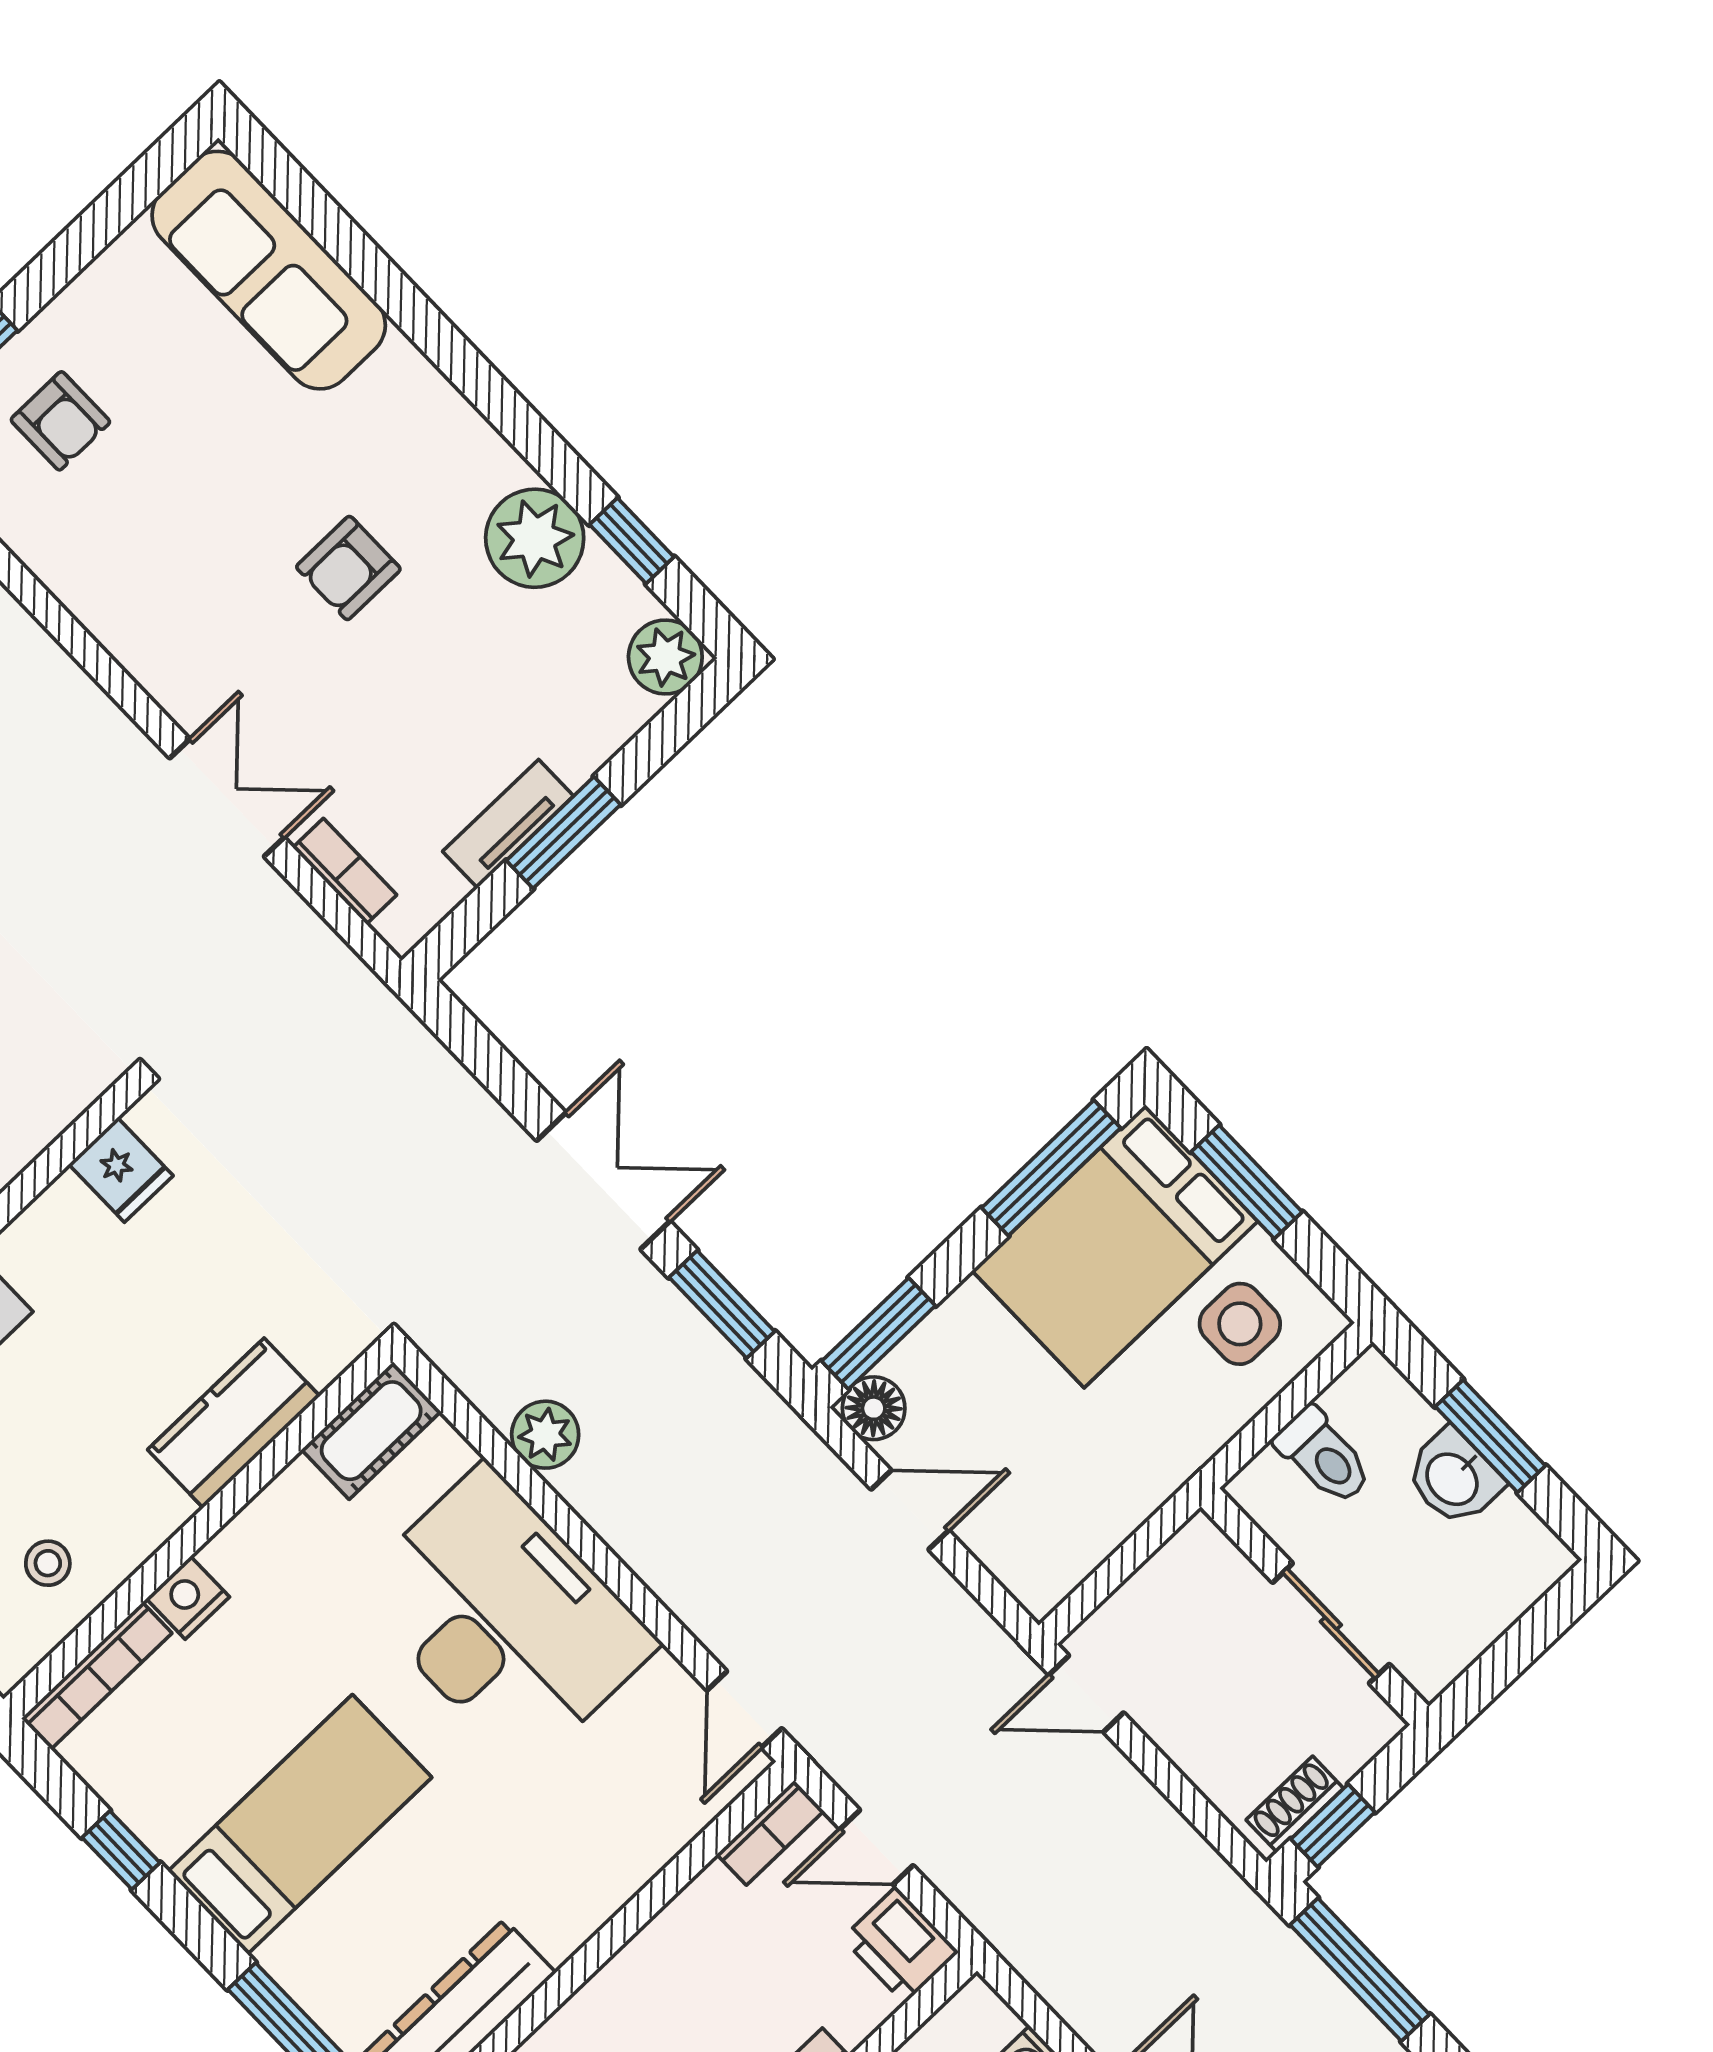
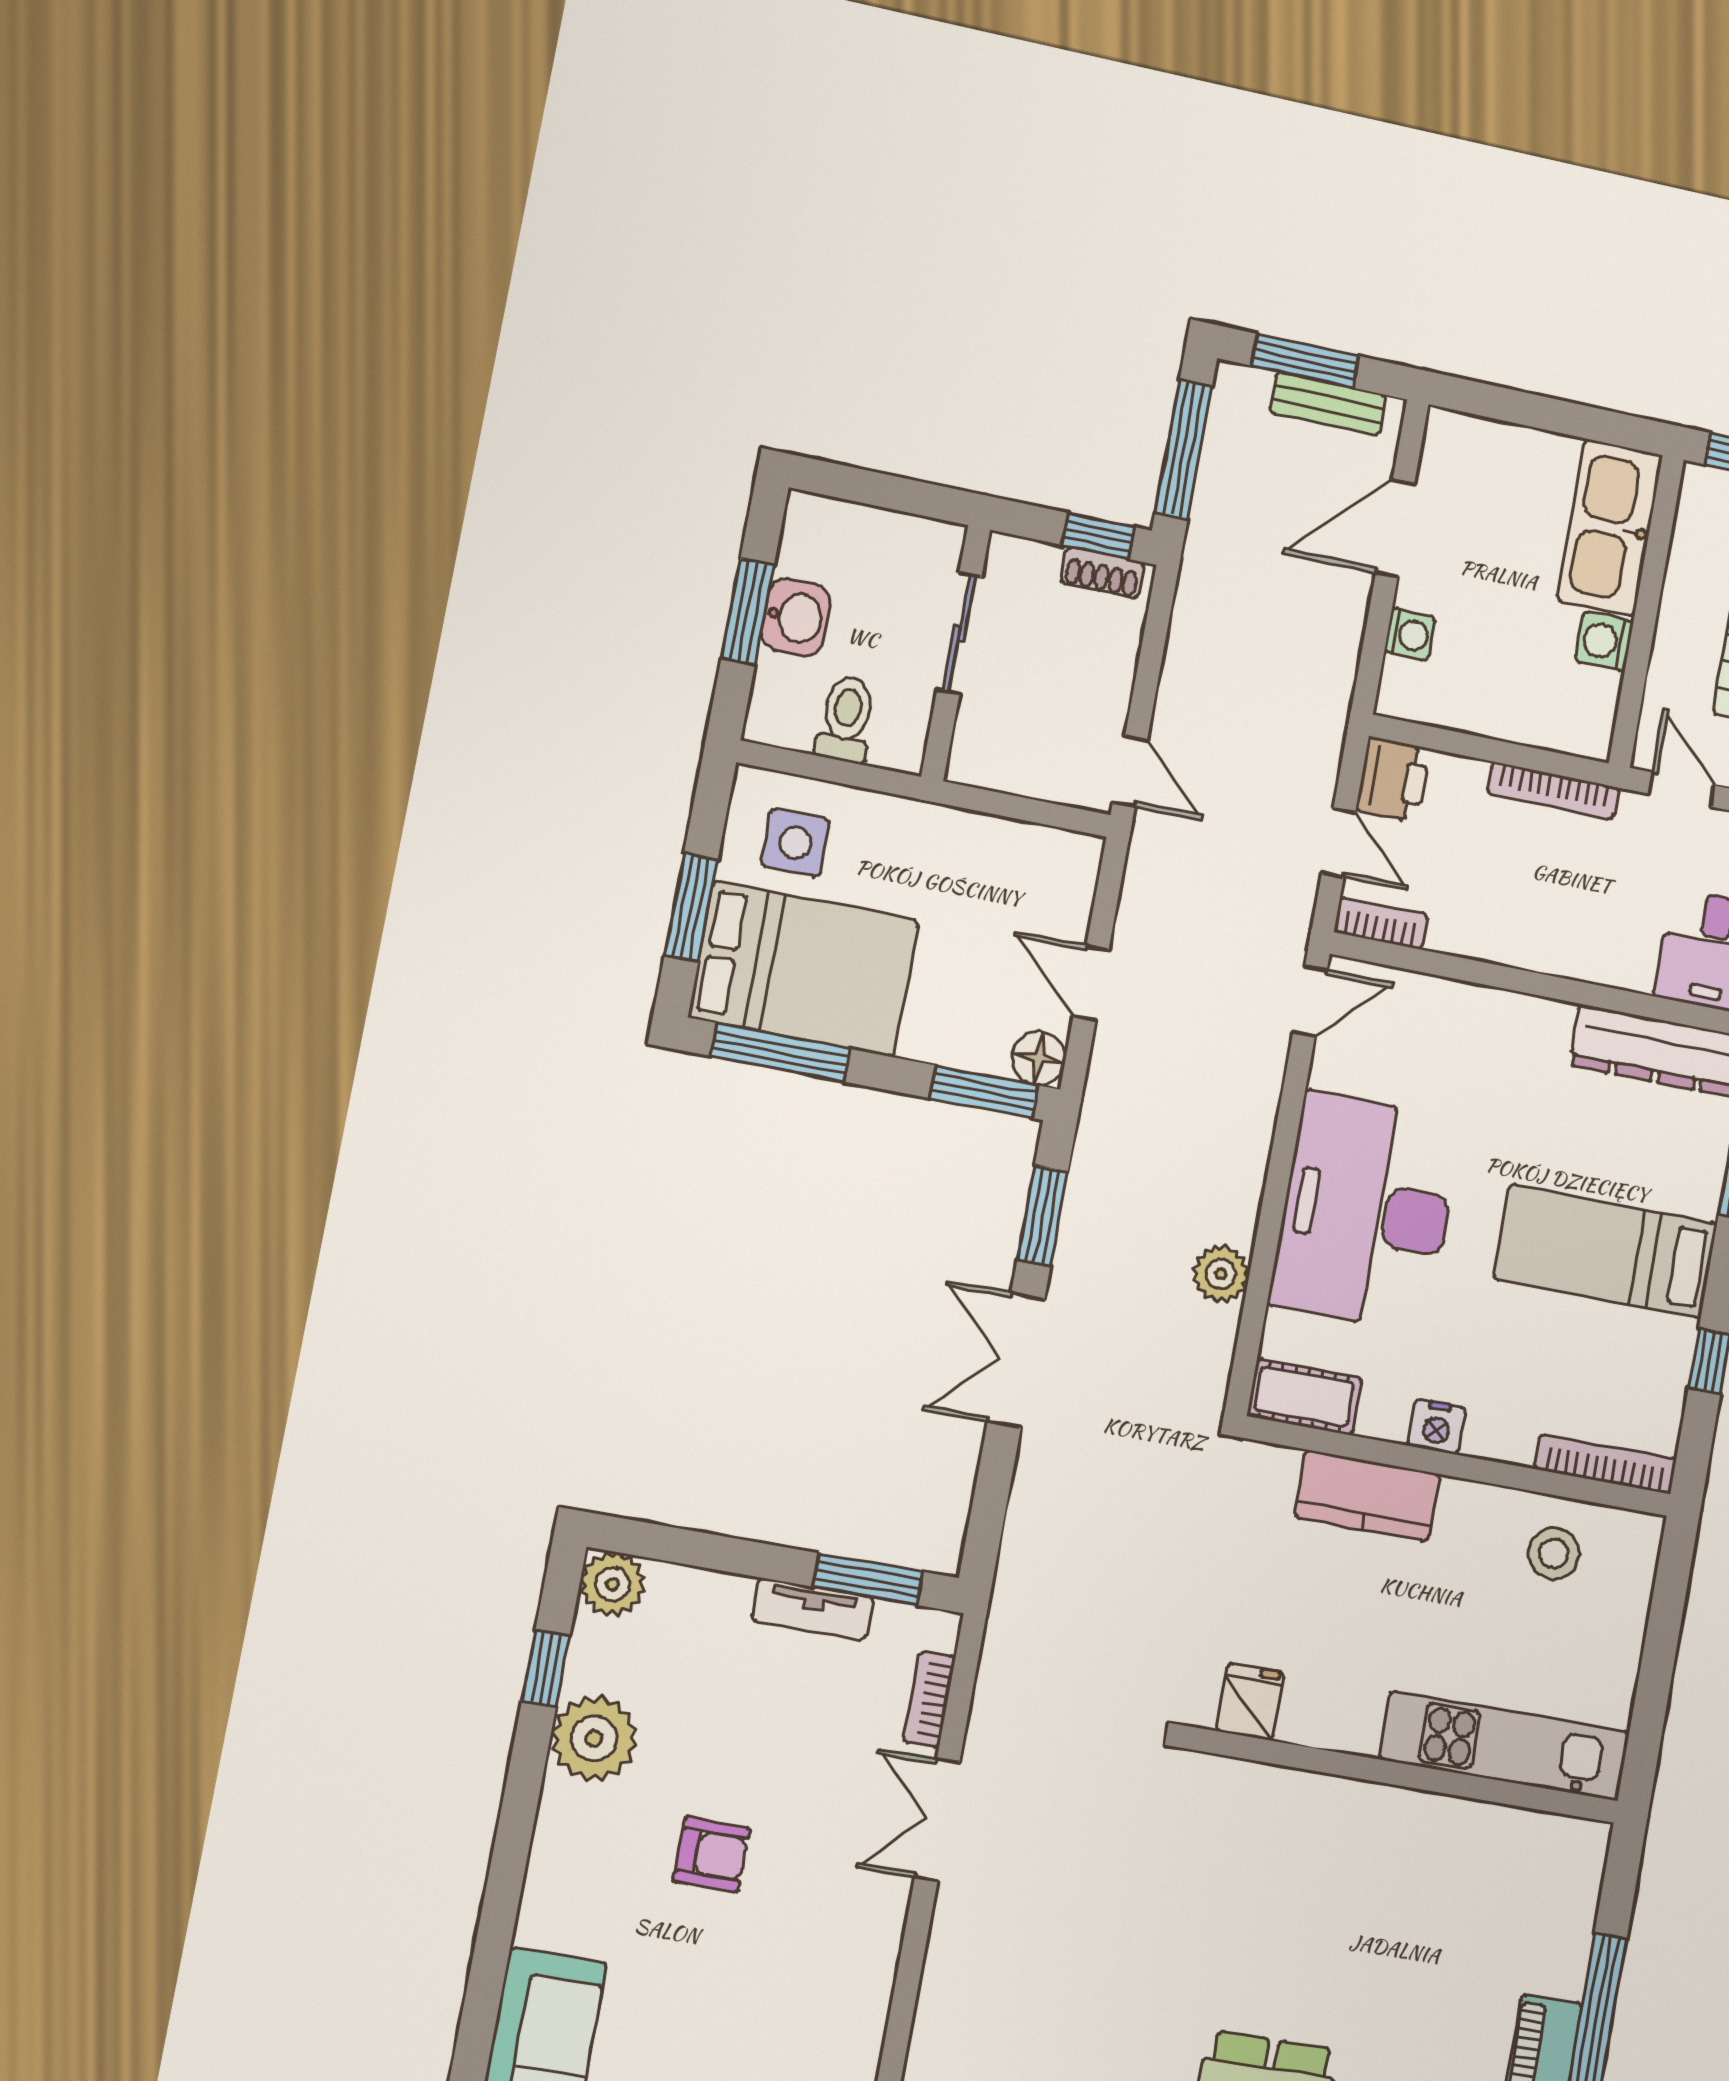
window: (563, 833) -> (868, 1579), moved
stool: (48, 1563) -> (1554, 1553), width x1.37, depth x1.37
nightstand: (188, 1598) -> (1437, 1427), moved

